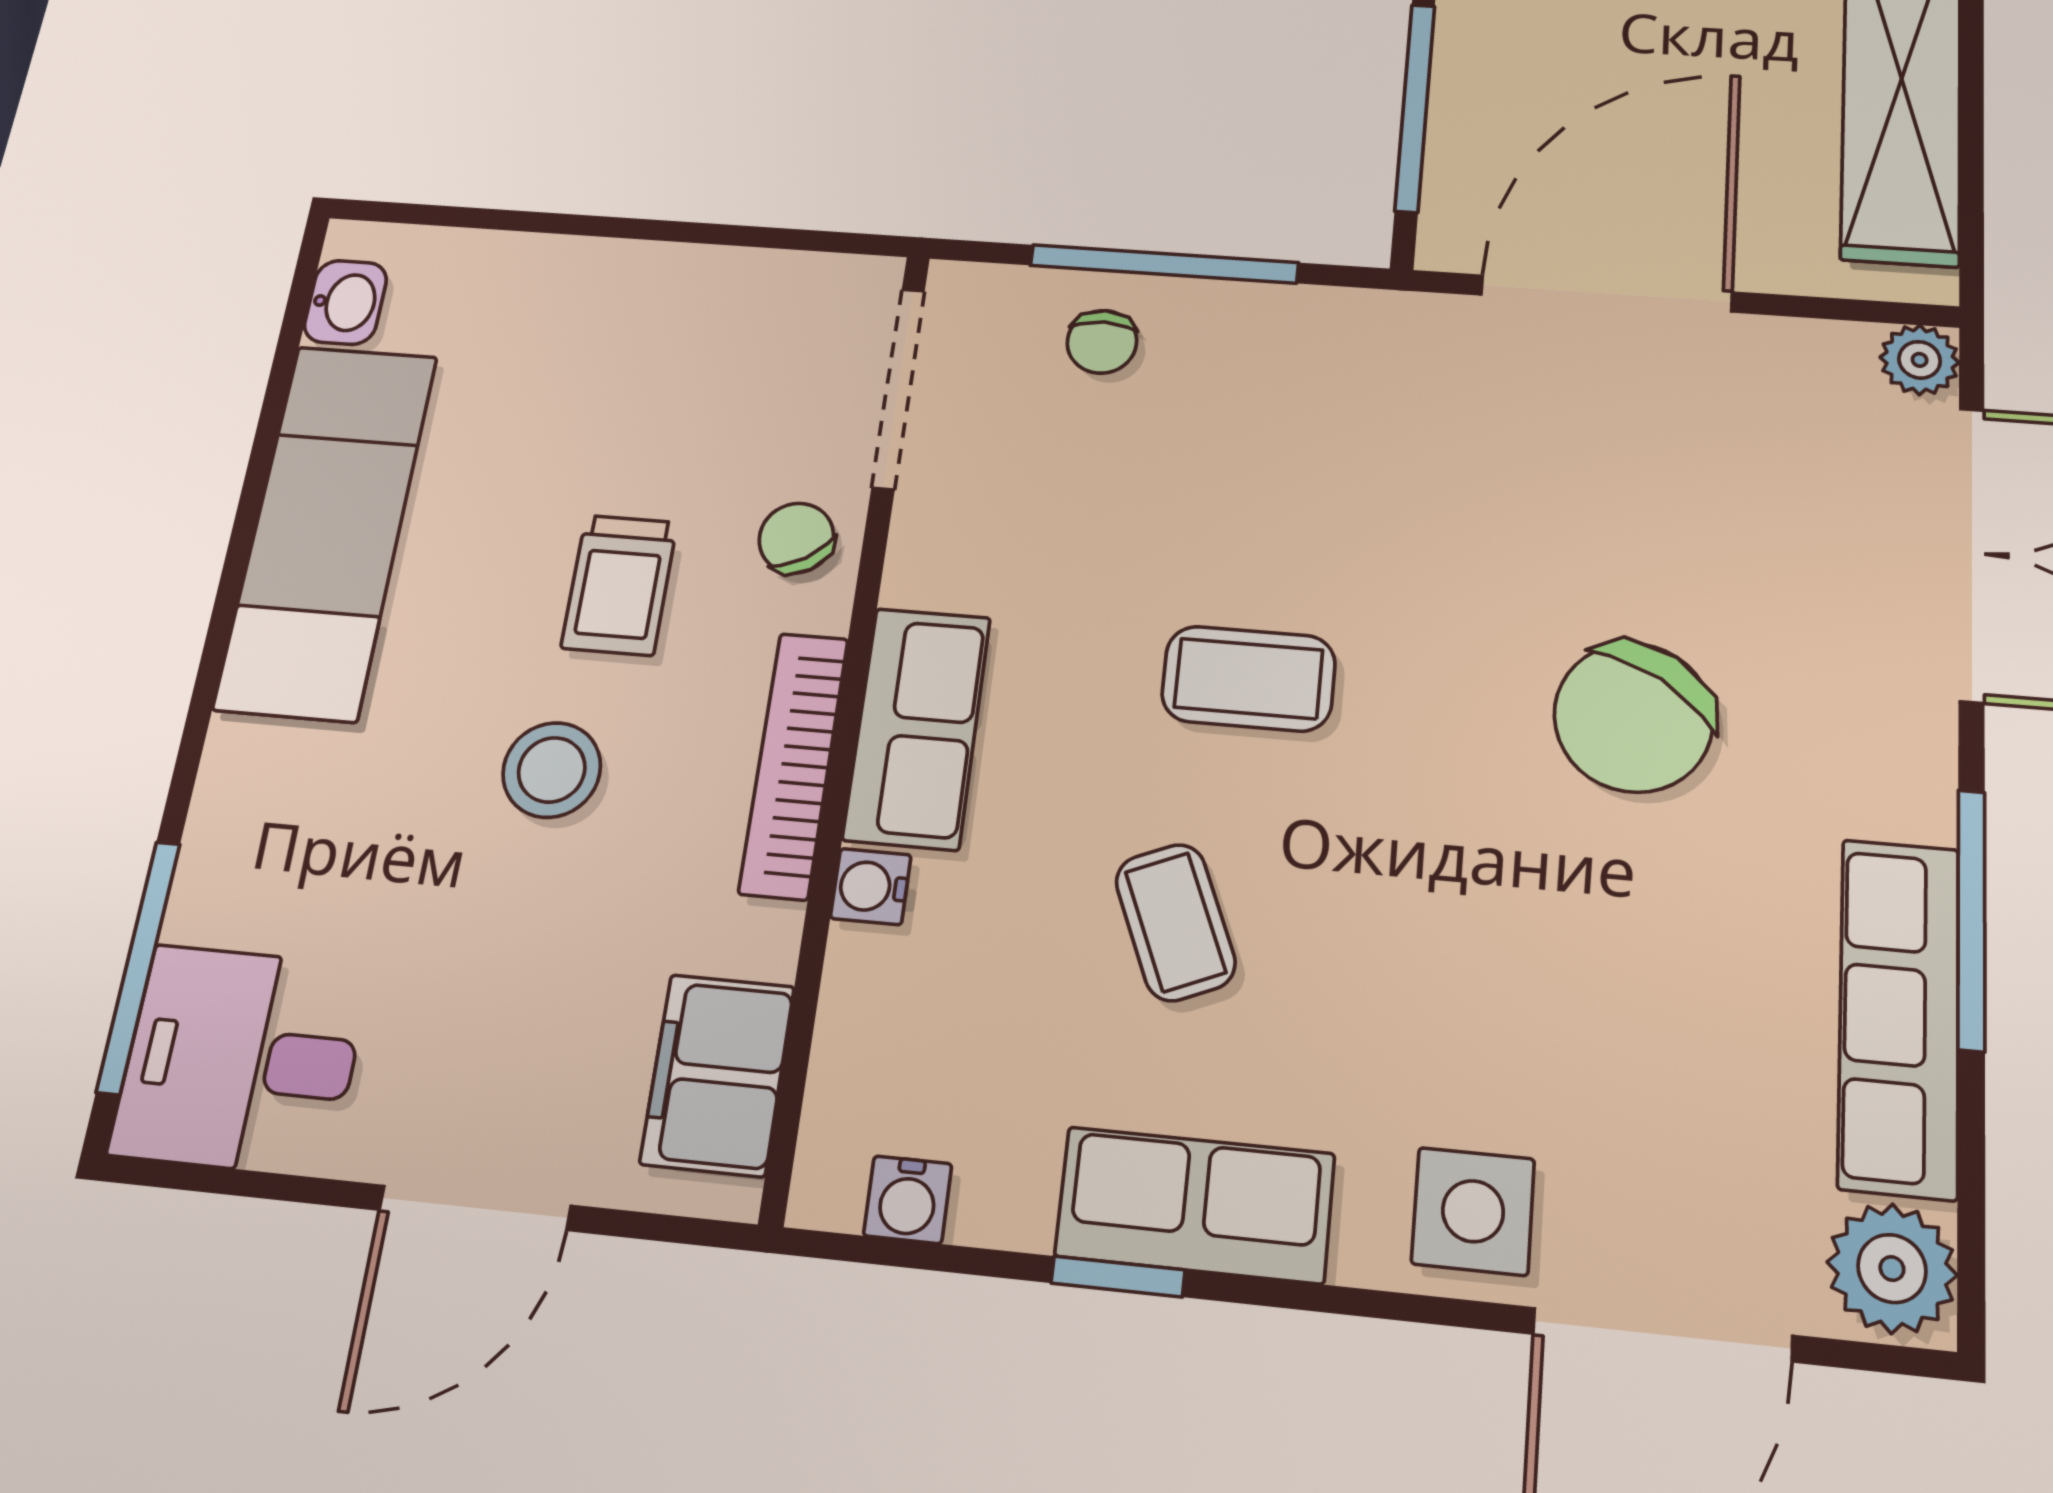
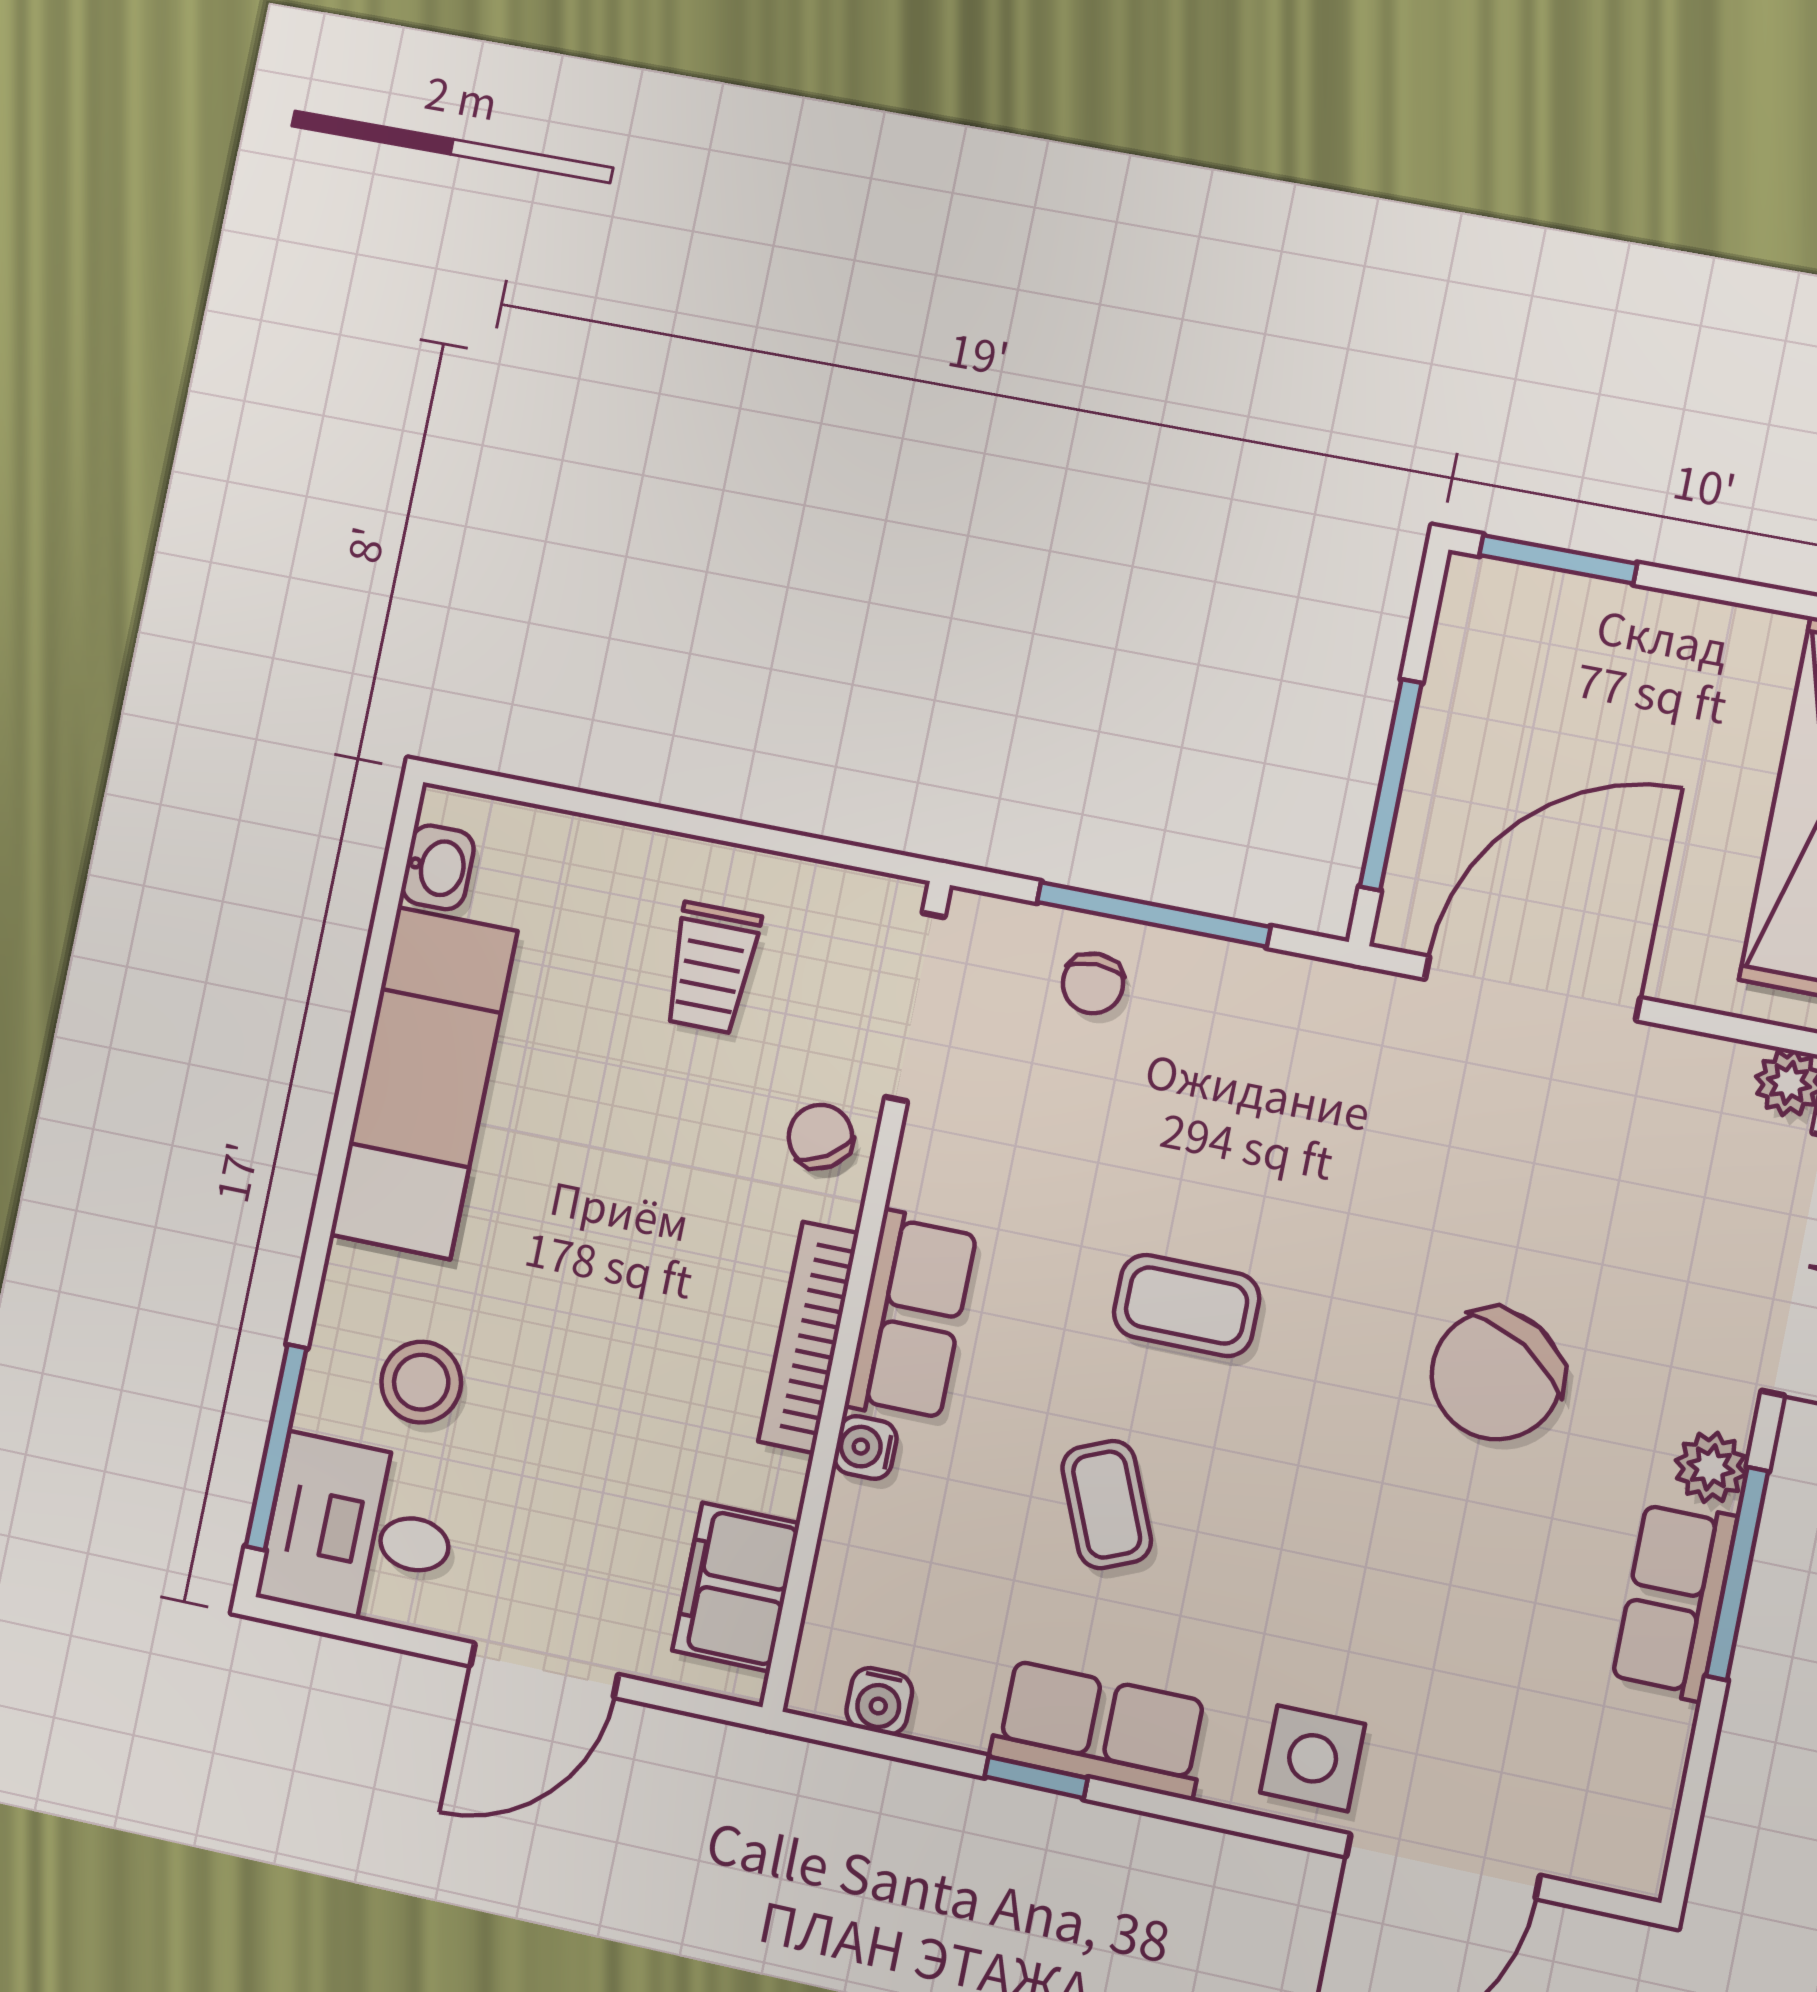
trolley: (619, 585) -> (711, 968), moved
stool: (552, 770) -> (421, 1382), moved
row of seats: (1899, 1016) -> (1674, 1600), width x0.68
plant: (1892, 1269) -> (1711, 1467), moved, width x0.73, depth x0.73

